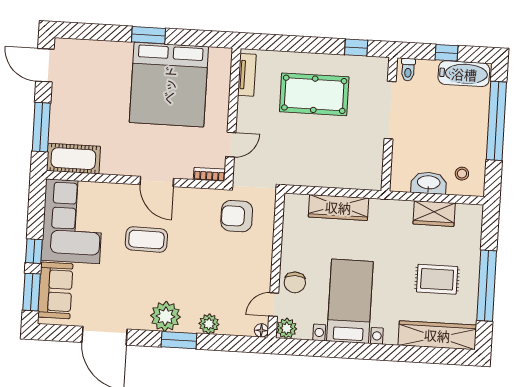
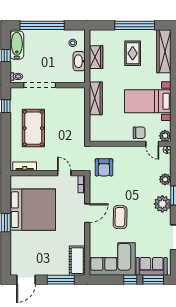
wardrobe: (338, 207) -> (96, 98), moved

